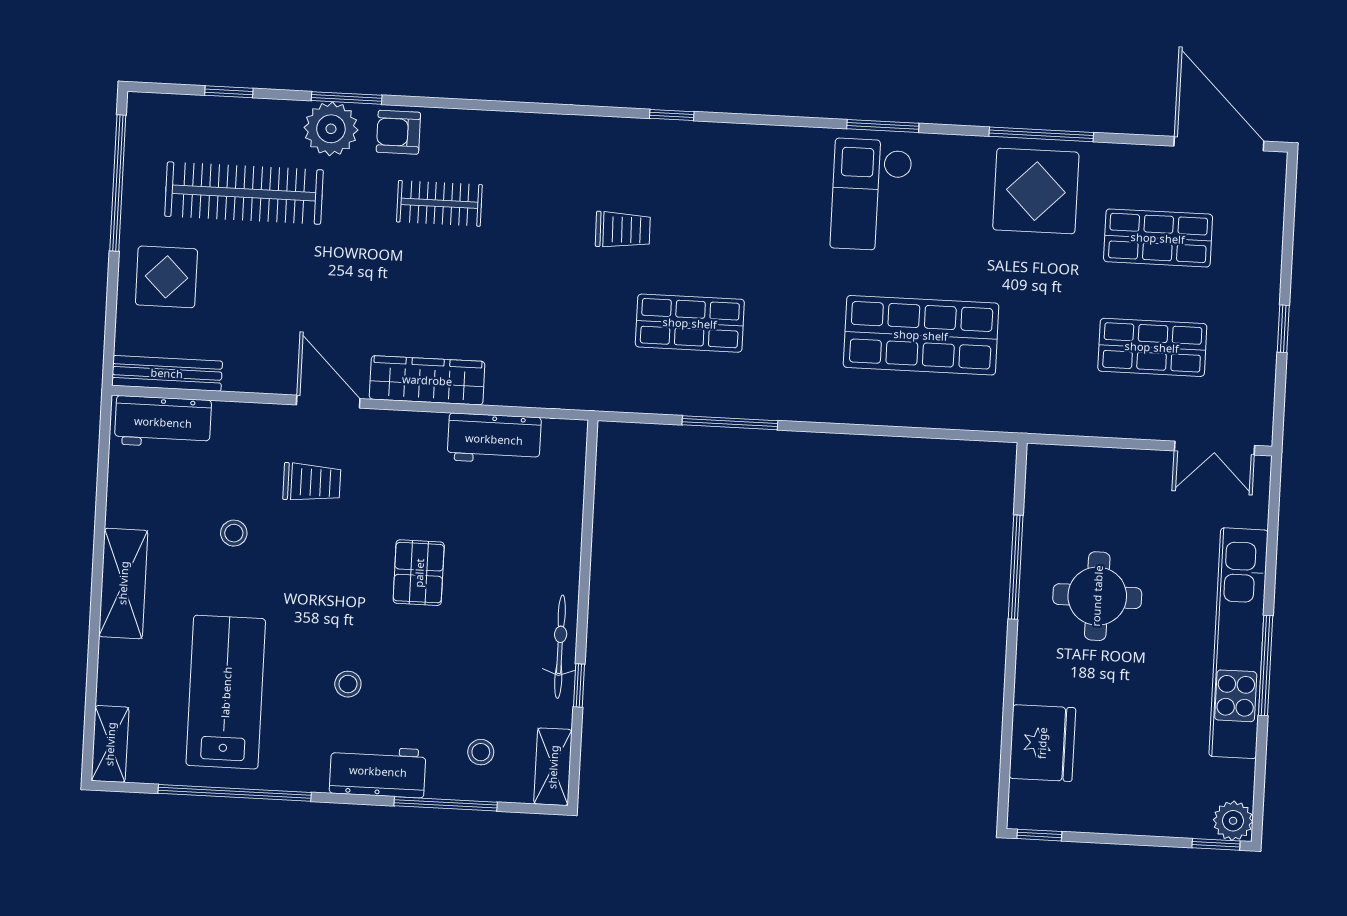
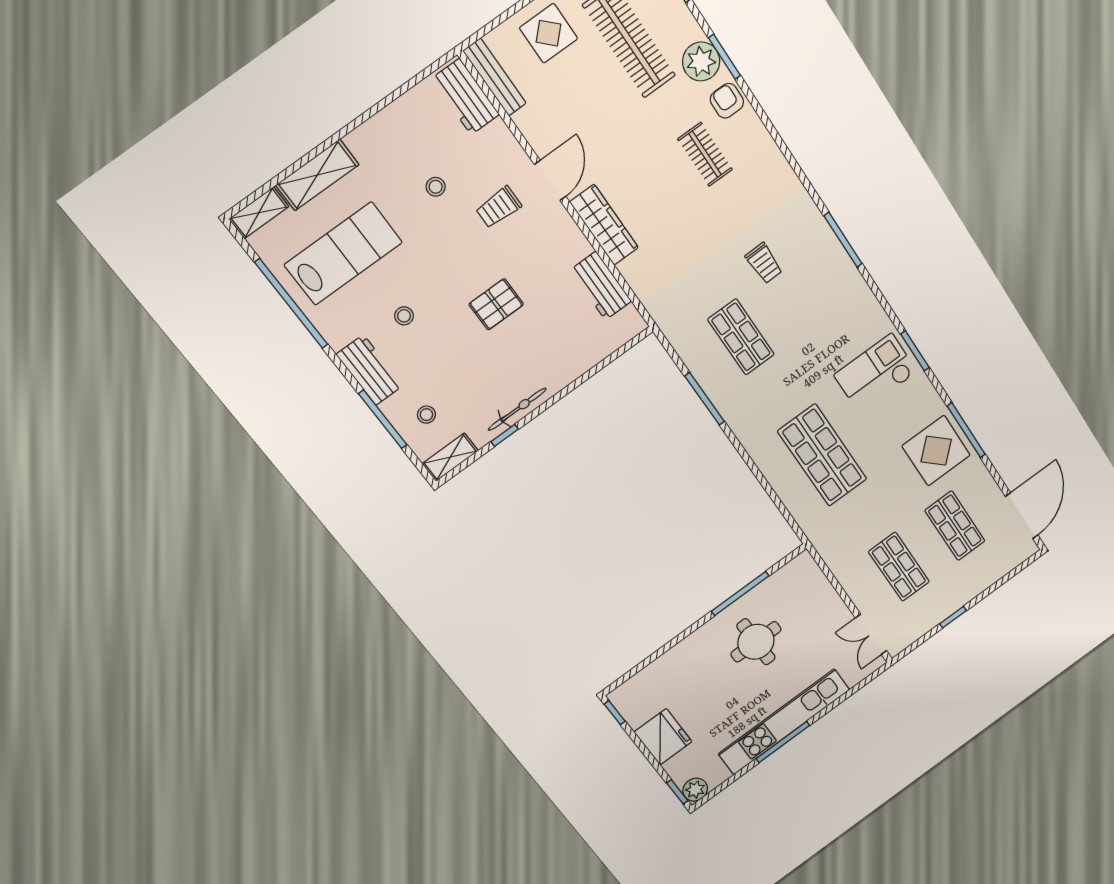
window: (672, 115) -> (843, 240), width x2.17
trolley: (312, 482) -> (499, 207), turned 90
shelving: (123, 583) -> (317, 175), moved
fridge: (1042, 743) -> (663, 737), moved, turned -90

